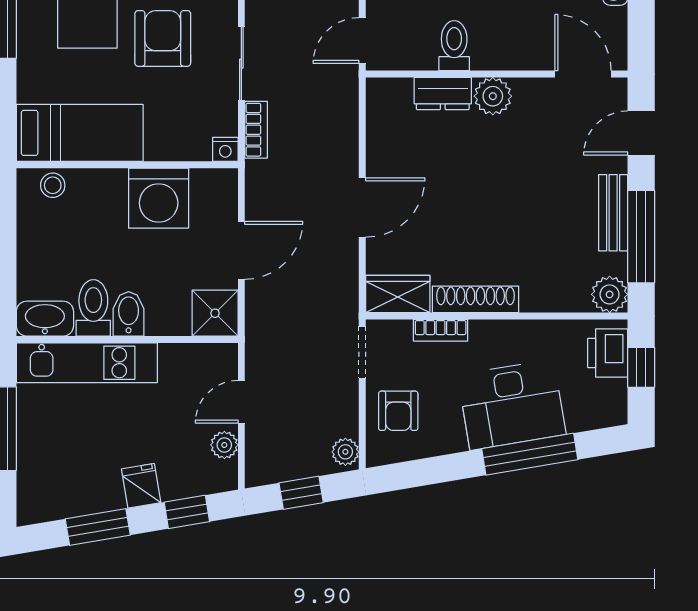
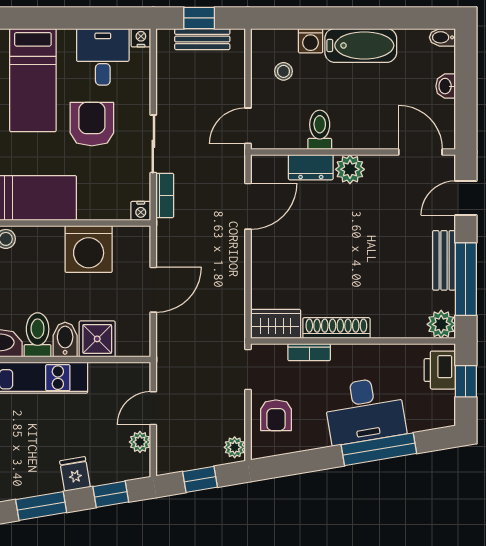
door: (362, 208) -> (248, 206), moved
shower: (215, 313) -> (97, 339), moved

